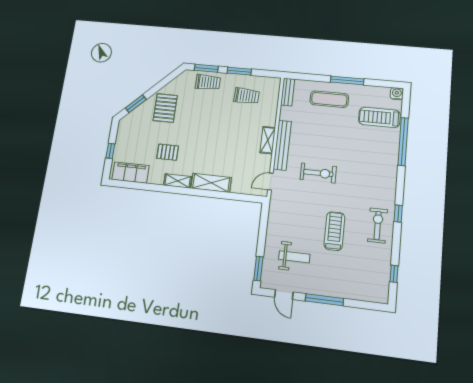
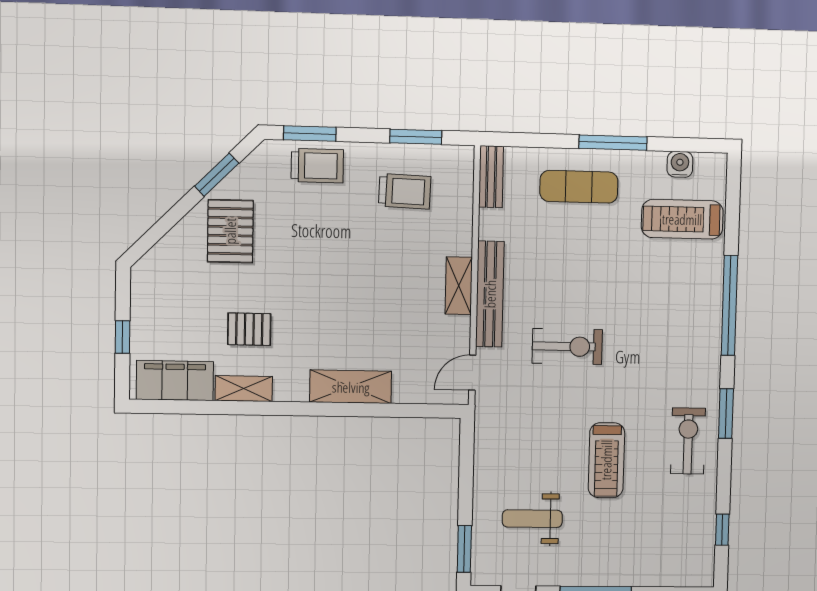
window: (239, 71) -> (416, 137), moved
water cooler: (397, 94) -> (680, 164), moved
window: (136, 104) -> (217, 175), moved
window: (403, 142) -> (729, 305), moved
shelving: (178, 181) -> (244, 388), moved
window: (398, 214) -> (726, 414), width x1.50
treadmill: (334, 231) -> (606, 460), turned 180
weight bench: (294, 257) -> (532, 519), turned 180

